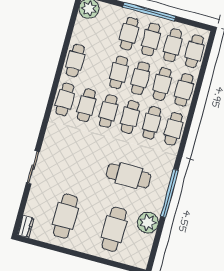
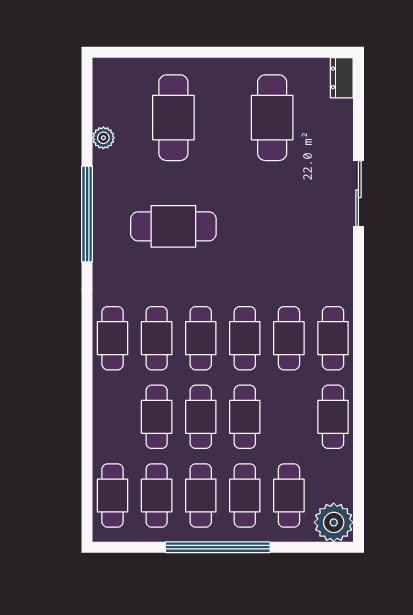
cafe table: (184, 90) -> (289, 495), moved
plant: (148, 223) -> (103, 138), width x0.53, depth x0.53

